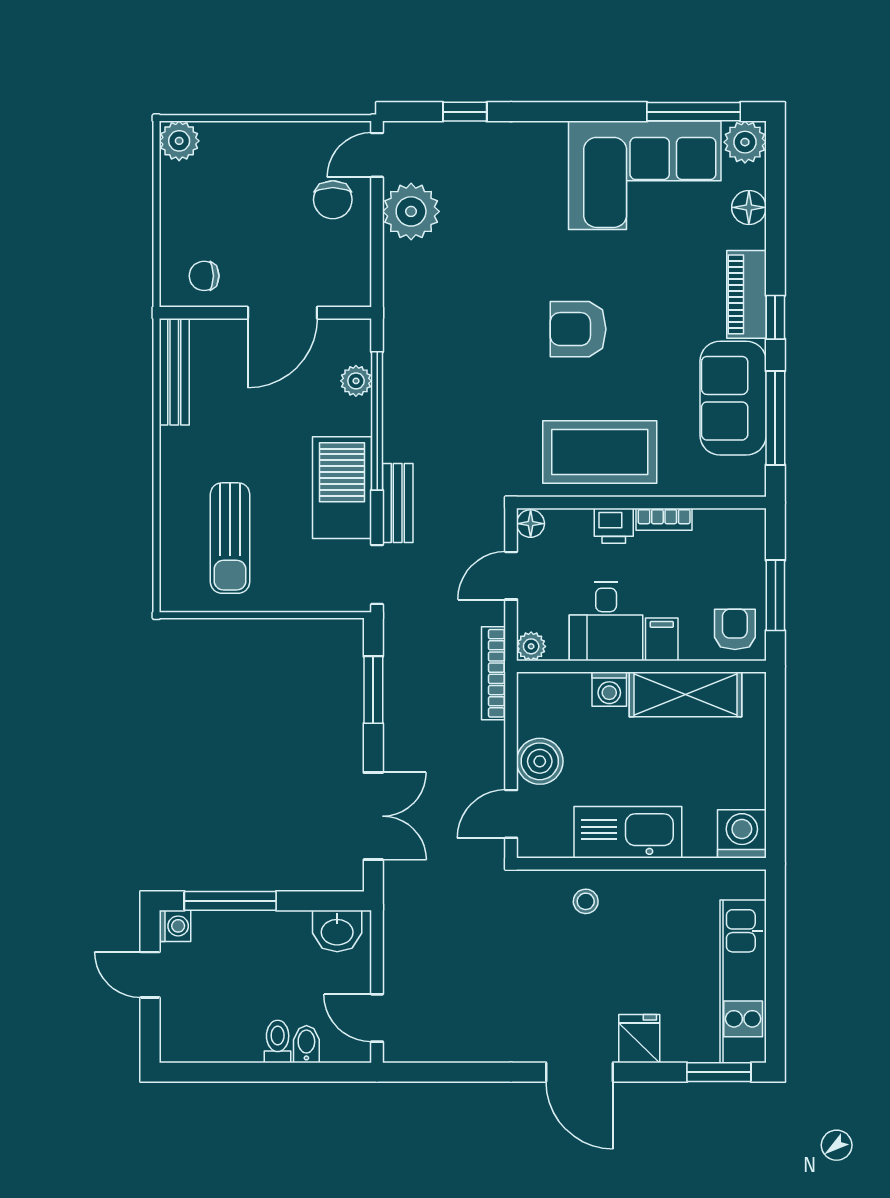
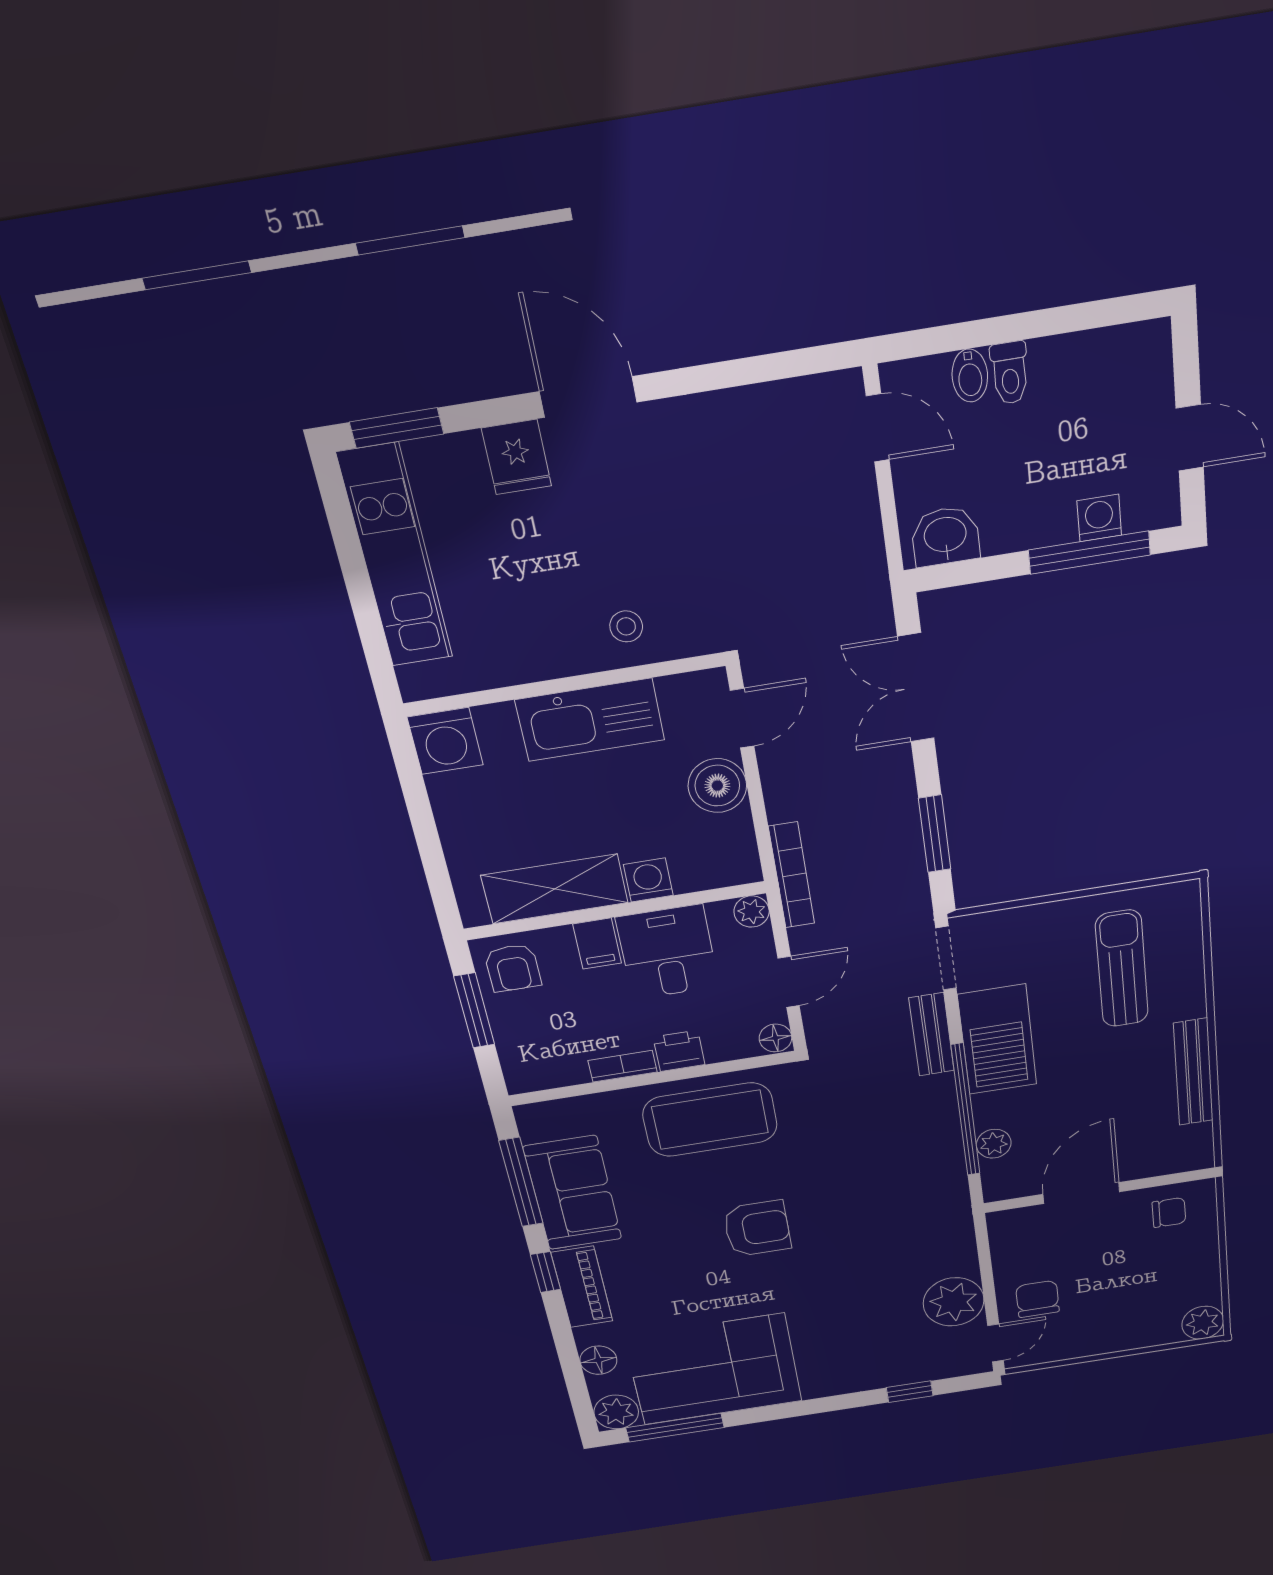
bench: (174, 372) -> (1193, 1072), moved
washing machine: (175, 926) -> (1099, 518), moved, turned 90

